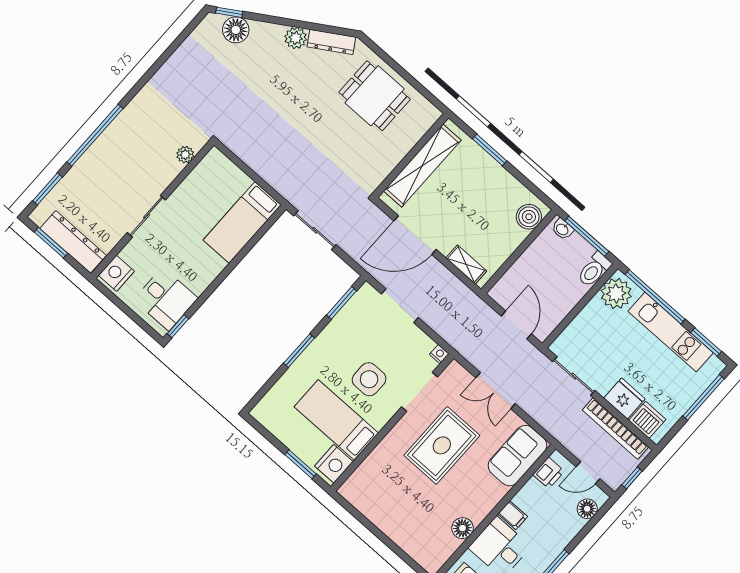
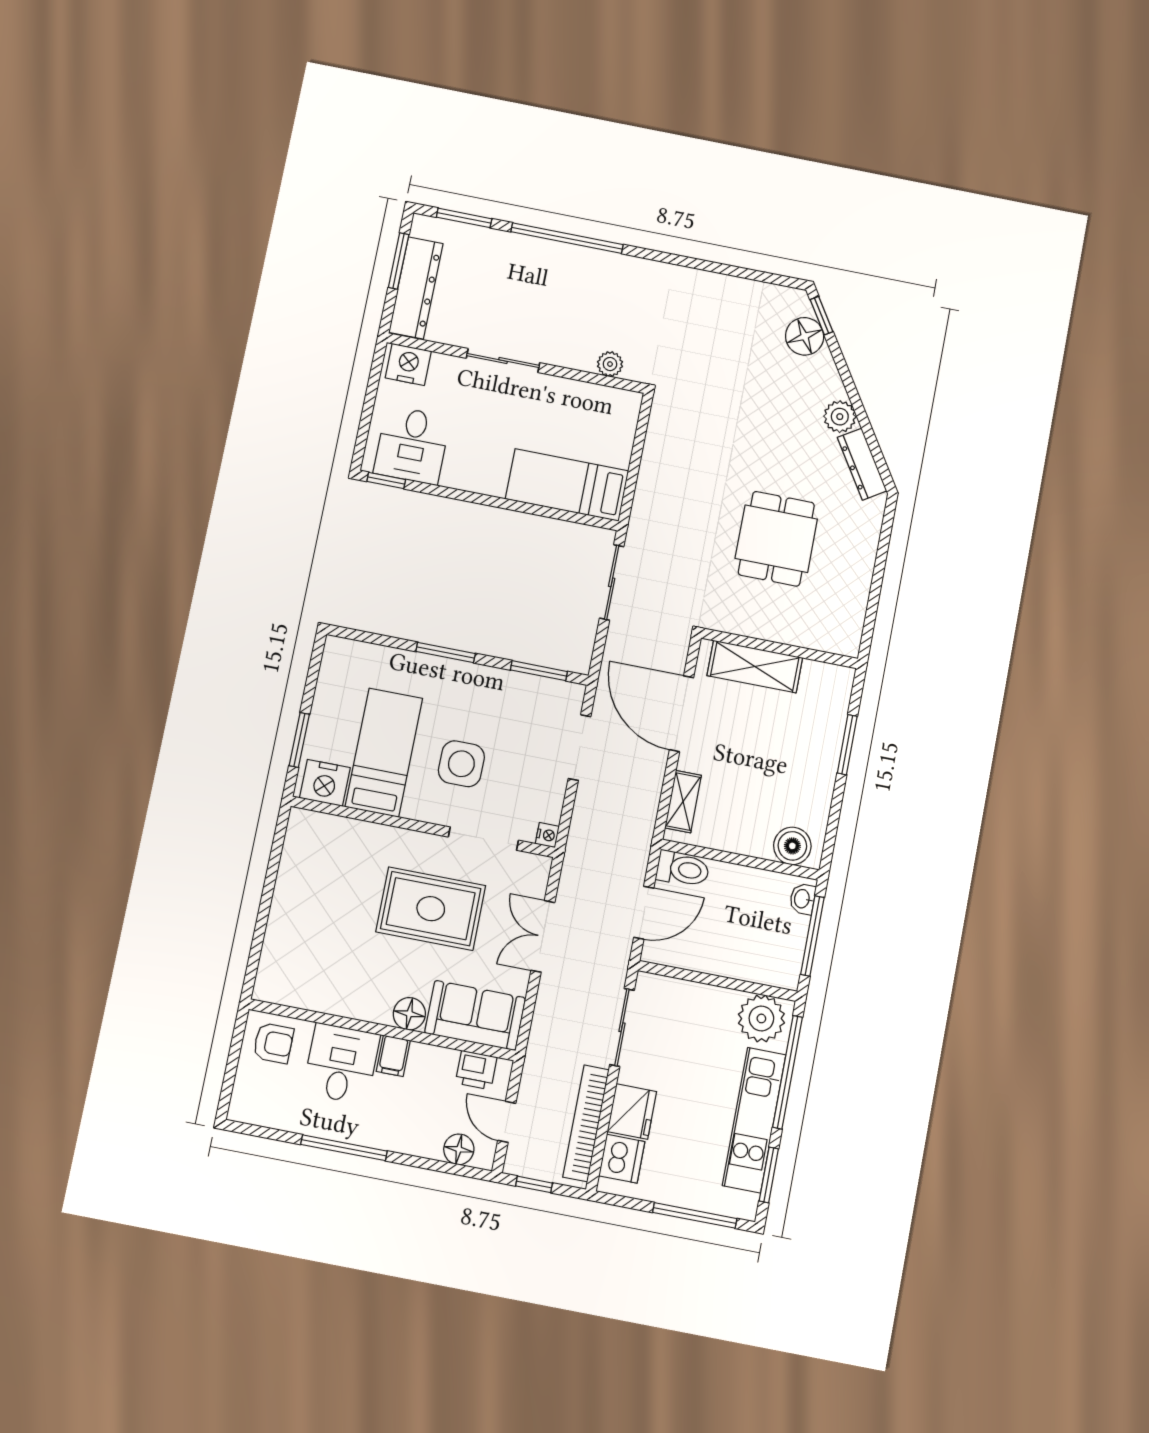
dining table: (375, 96) -> (776, 539), moved
shelving: (422, 166) -> (755, 667), width x0.68
toilet: (594, 270) -> (683, 869), moved, turned 180
floor lamp: (463, 528) -> (409, 1014), moved

